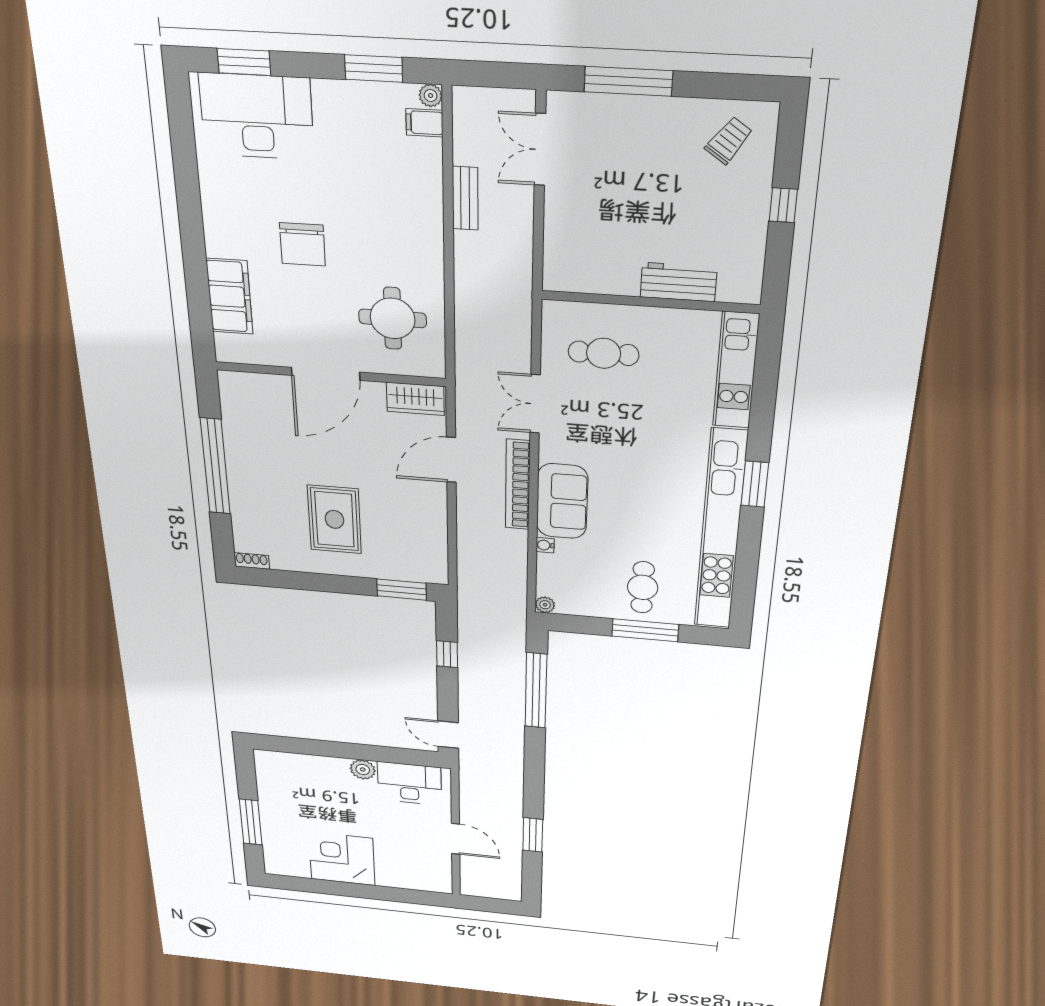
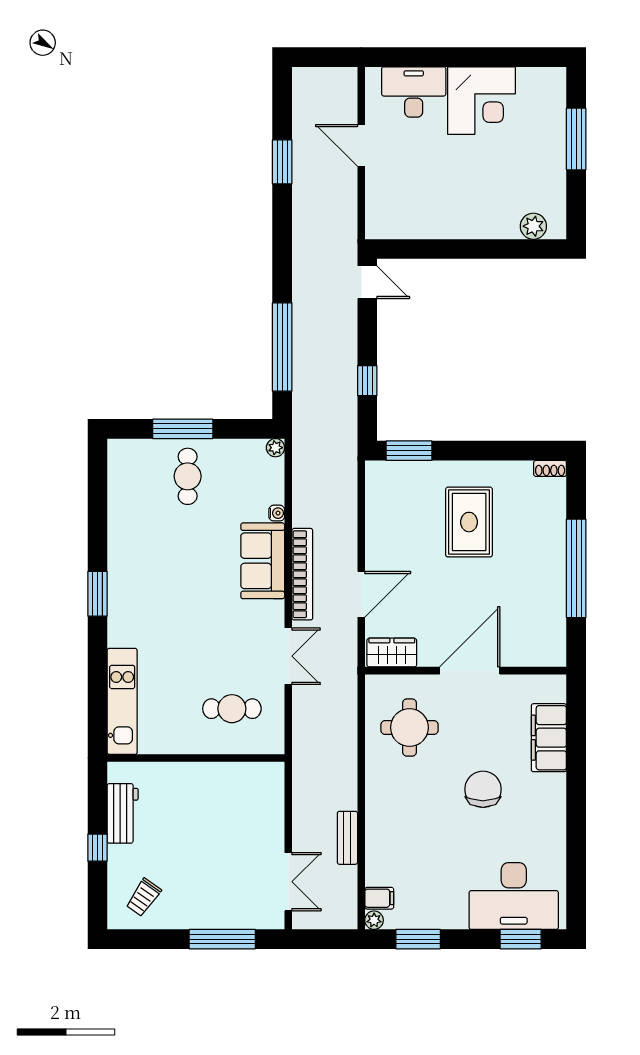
workbench: (678, 282) -> (123, 813), moved, turned -90
kitchen unit: (721, 531) -> (123, 543), removed
plant: (363, 769) -> (533, 226), moved
desk: (409, 783) -> (414, 92), moved, turned 180

